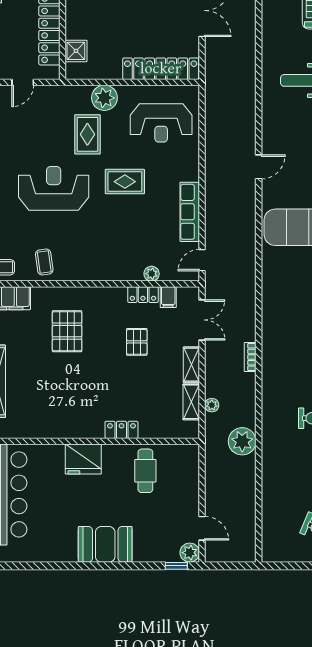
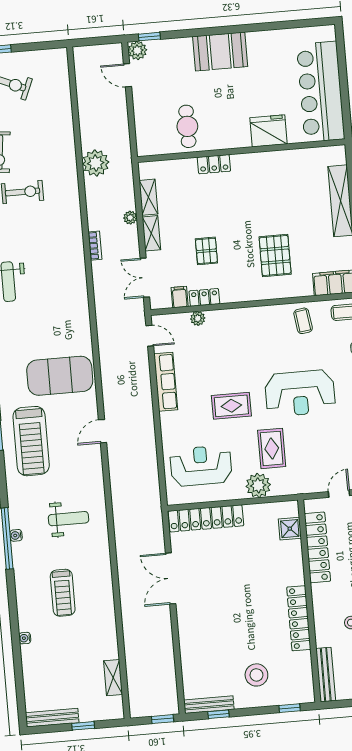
door: (202, 260) -> (150, 336), hinge flipped
plant: (212, 405) -> (130, 218), moved
fridge: (83, 459) -> (269, 131), moved

